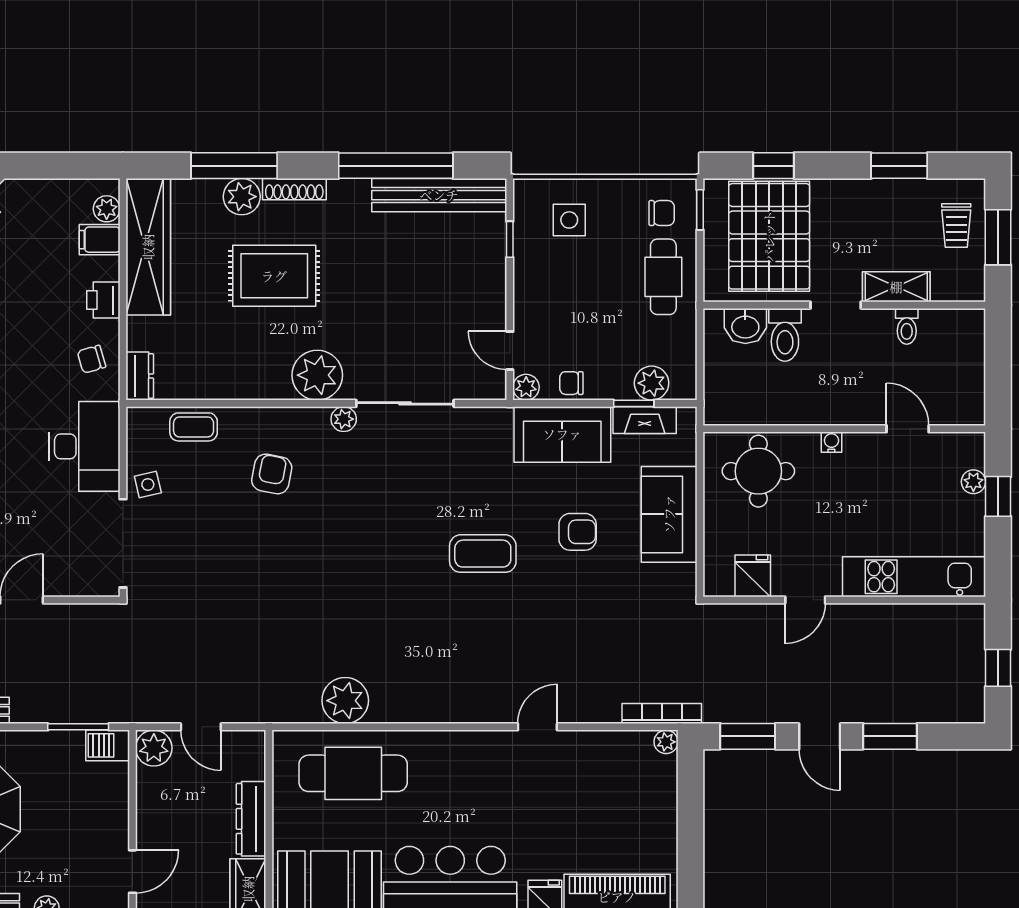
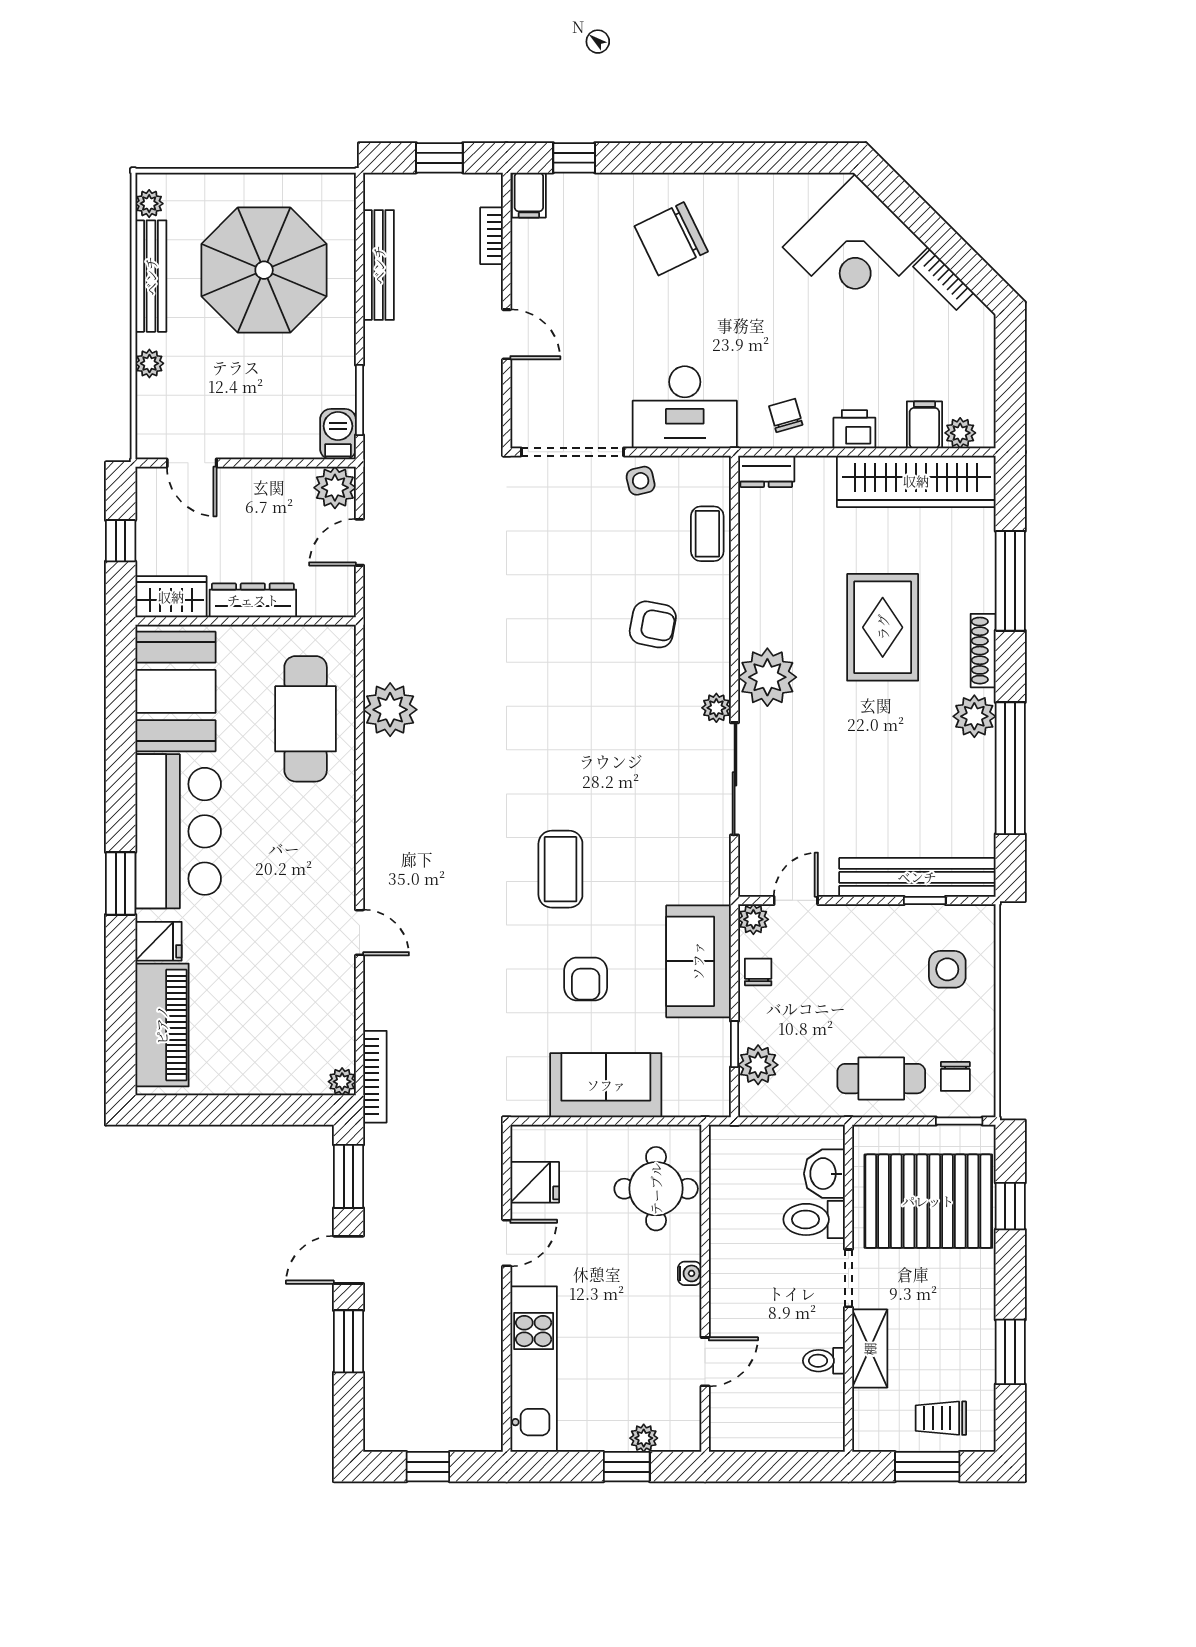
bench: (439, 195) -> (917, 877), moved, turned 90
plant: (242, 197) -> (974, 716), moved
fireplace: (645, 420) -> (715, 1057), removed
door: (805, 600) -> (507, 1243), swing flipped

